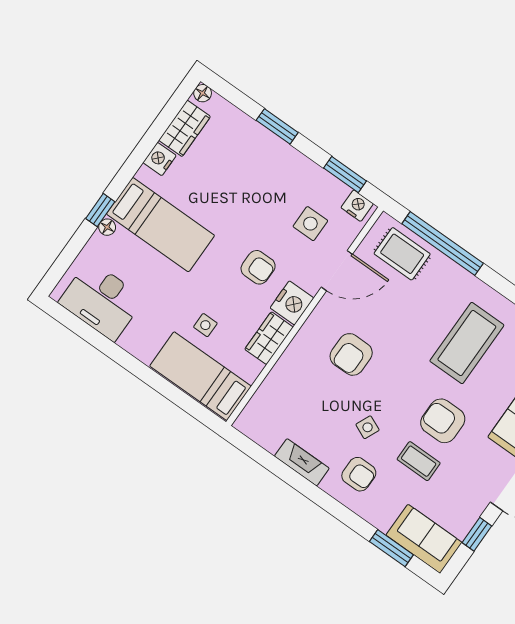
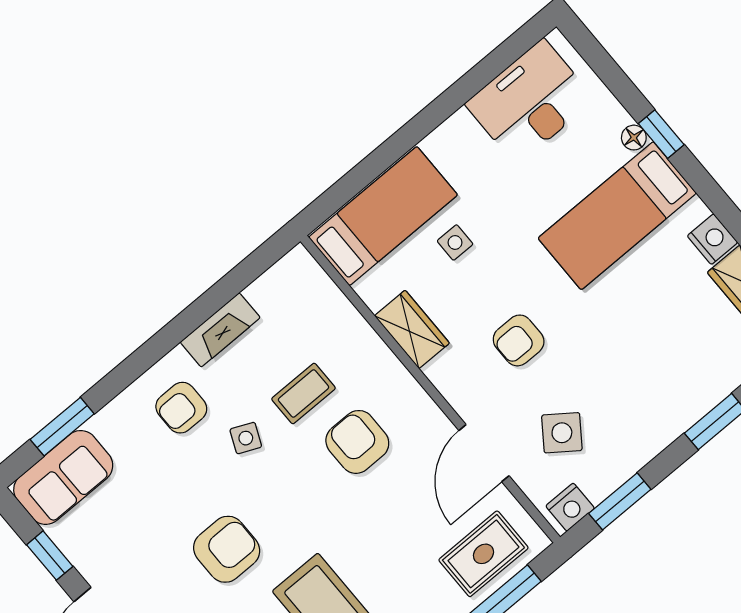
side table: (310, 224) -> (562, 433), turned 36
nightstand: (292, 303) -> (454, 376), removed
coffee table: (419, 461) -> (304, 393), moved

